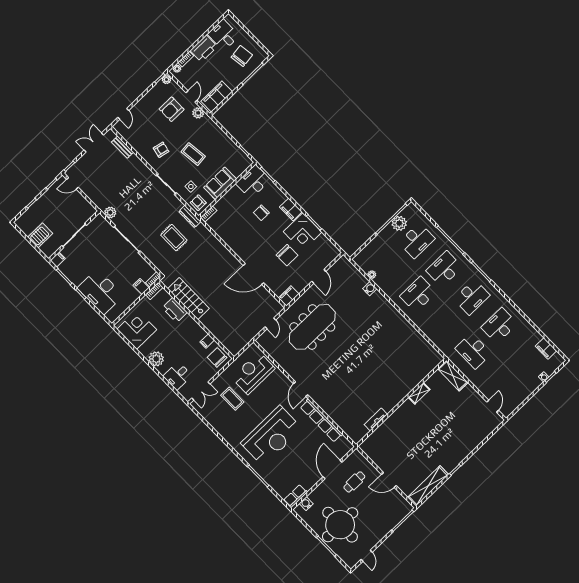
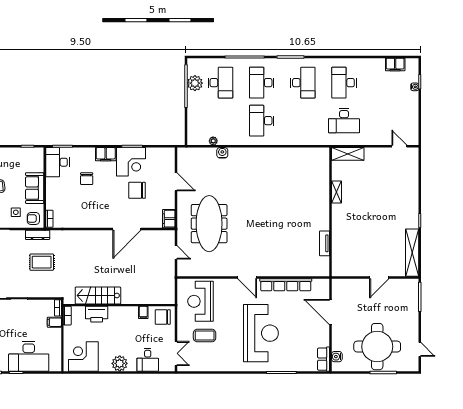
chair: (287, 255) -> (137, 190), turned 180
cafe table: (354, 482) -> (356, 305), removed

